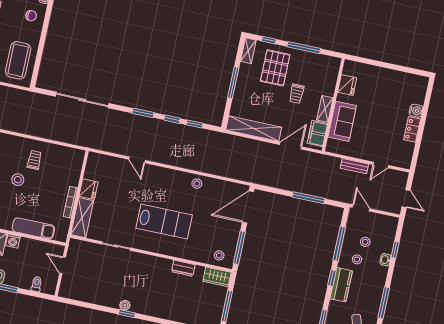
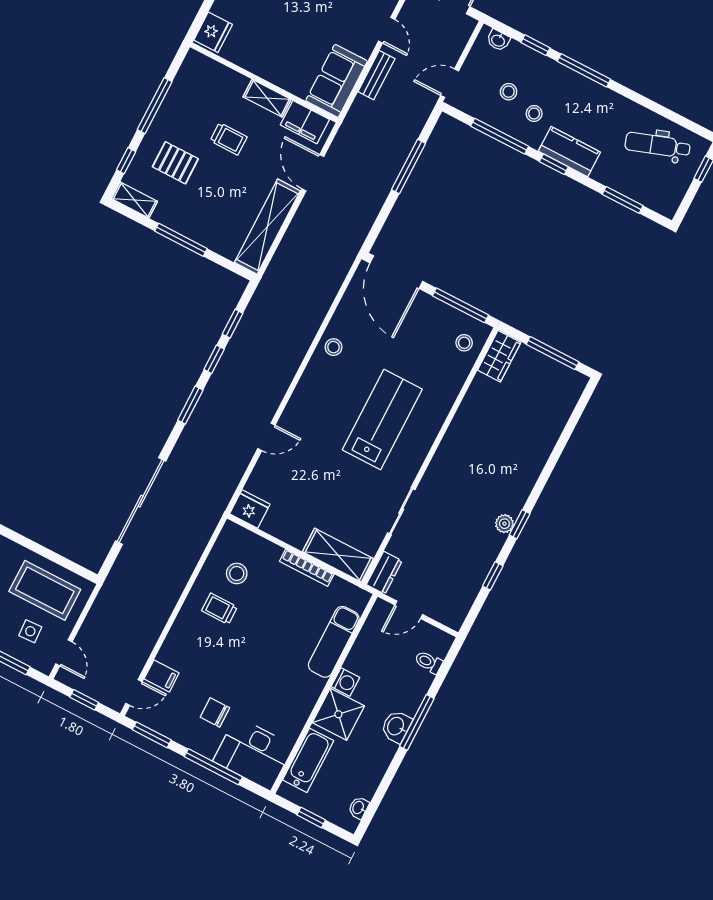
pallet: (275, 68) -> (175, 163), width x0.67, depth x0.71
fridge: (347, 85) -> (213, 32), moved, turned 90
sofa: (342, 121) -> (337, 81), moved, turned -90
stool: (18, 180) -> (237, 573), moved
fridge: (88, 189) -> (250, 509), moved
washbasin: (385, 260) -> (498, 40), moved
dresser: (183, 268) -> (384, 573), moved
window: (384, 303) -> (584, 70), moved
window: (94, 307) -> (493, 576), added

